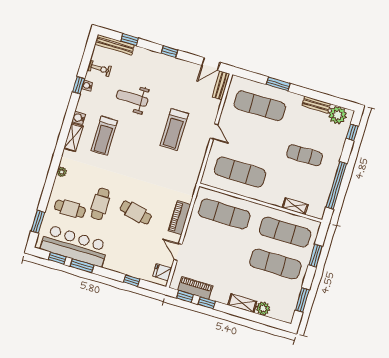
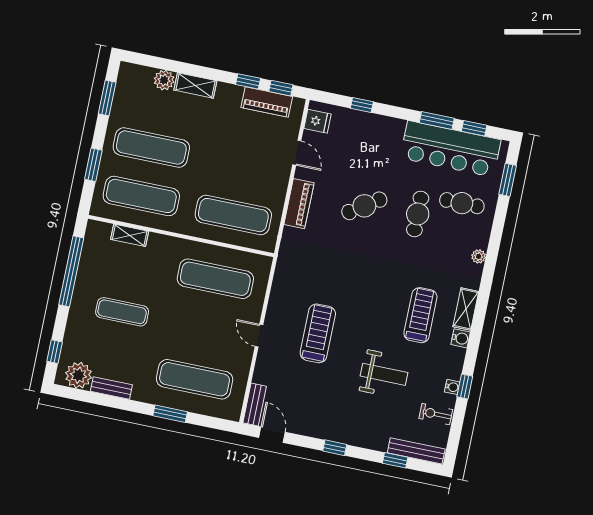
door: (211, 64) -> (272, 435), hinge flipped
cafe table: (136, 212) -> (364, 206), turned -47

